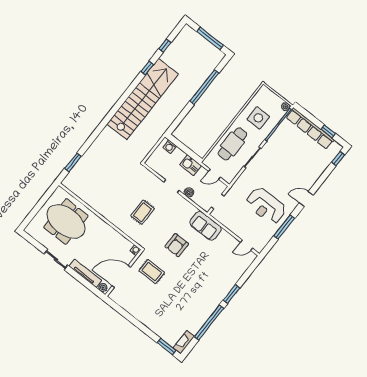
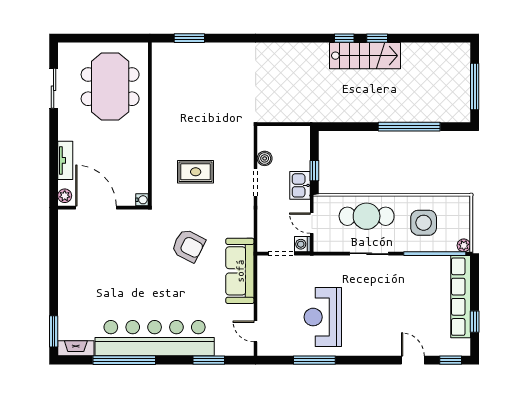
window: (165, 46) -> (344, 38), moved
stairs: (143, 99) -> (365, 56), width x0.54, depth x0.66
washing machine: (170, 147) -> (302, 244), moved
window: (189, 152) -> (314, 171), added
boiler: (189, 192) -> (265, 158), moved
door: (306, 199) -> (413, 360), moved
sofa: (205, 226) -> (240, 271), width x1.36
armchair: (177, 245) -> (188, 246), turned -153
sliding door: (56, 260) -> (54, 88), moved
rug: (152, 272) -> (131, 240), removed
tv unit: (85, 273) -> (65, 160), width x0.71
window: (231, 294) -> (209, 360), moved
bar counter: (210, 299) -> (155, 338), added

